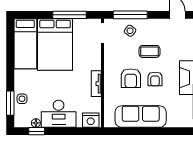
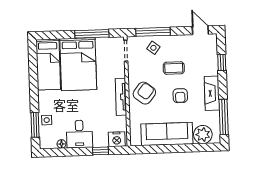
armchair: (131, 78) -> (144, 93), moved, turned -142
tv unit: (96, 84) -> (121, 97), width x1.41
desk: (59, 114) -> (79, 134), width x0.73
plant: (176, 118) -> (203, 135), added
window: (37, 131) -> (101, 151), moved

